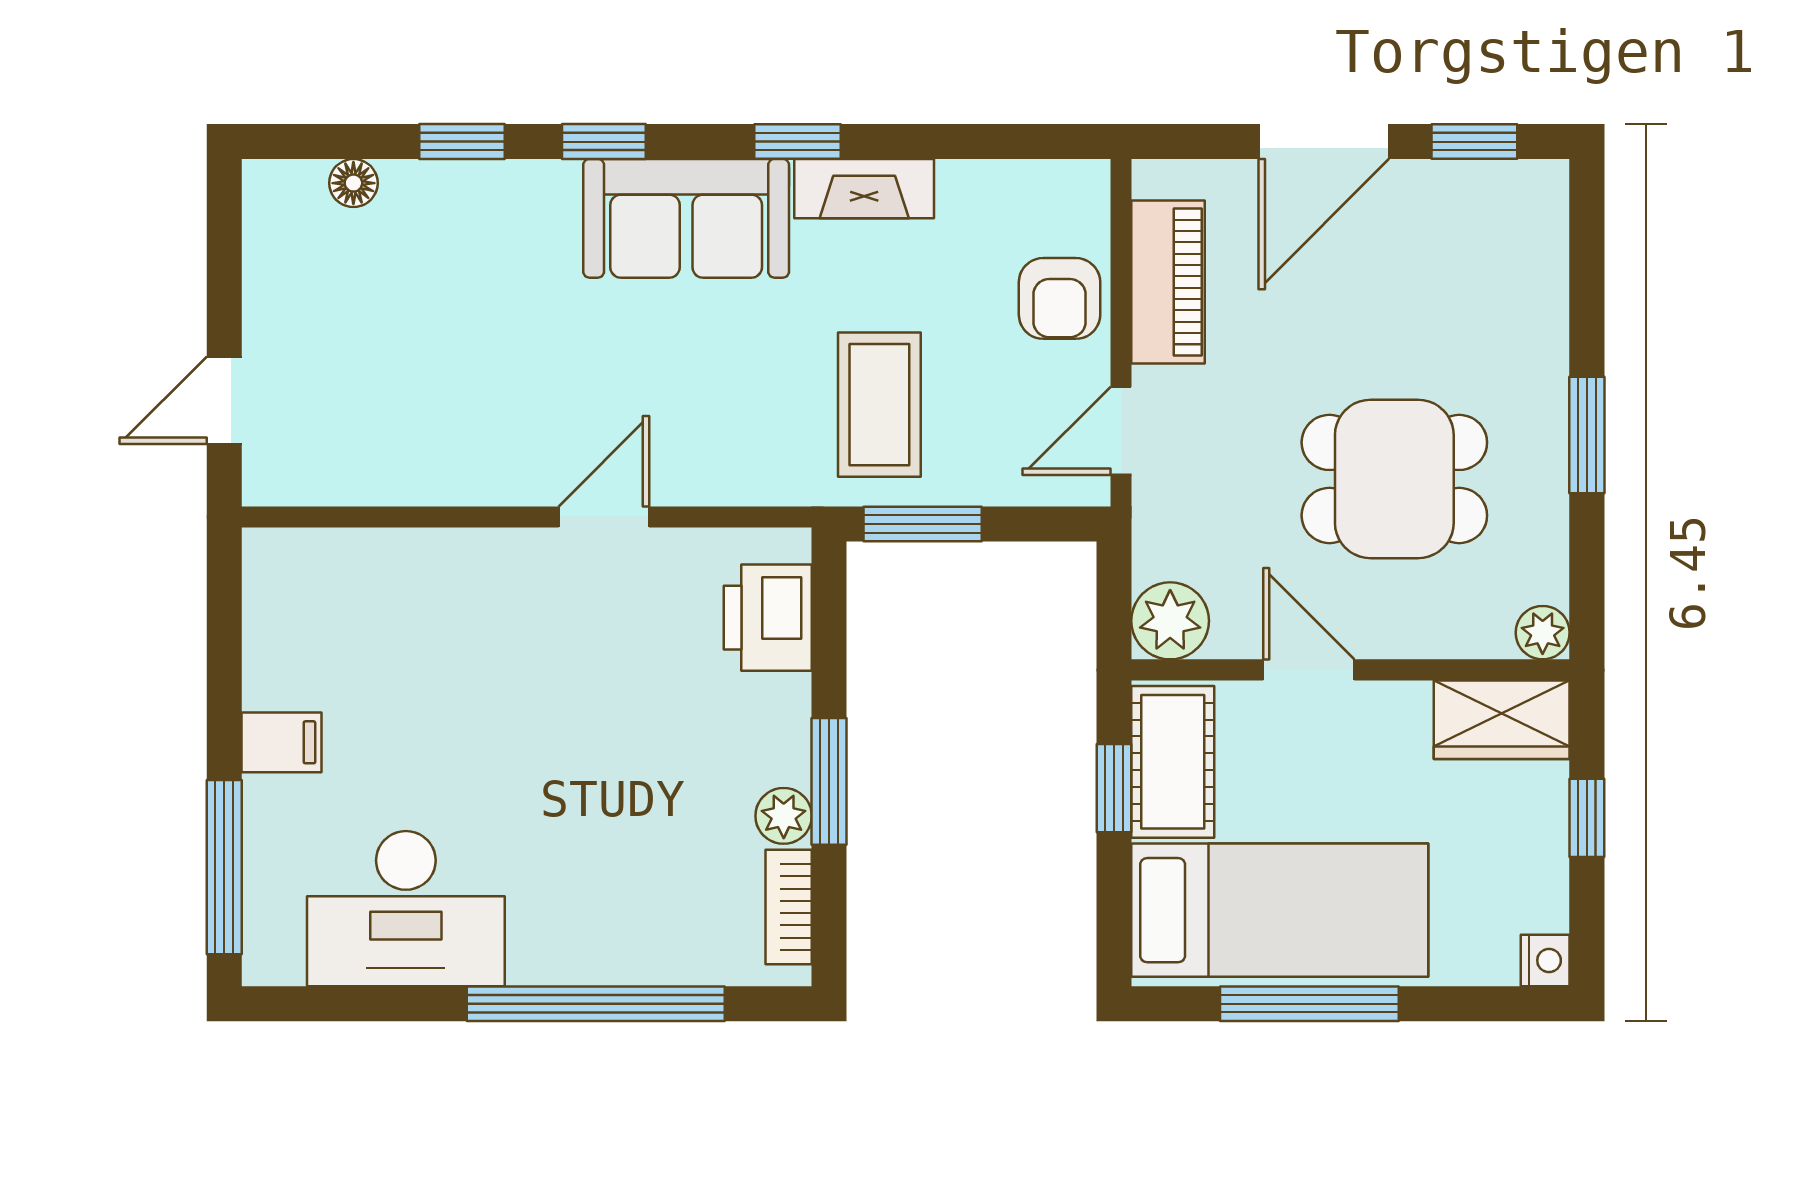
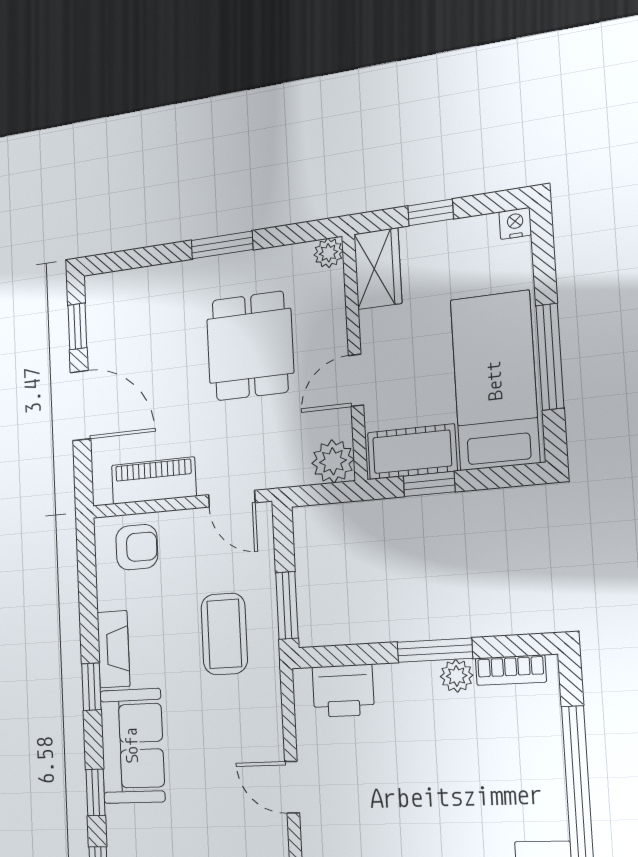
armchair: (1060, 298) -> (137, 547), moved
coffee table: (879, 405) -> (224, 634), turned 90

